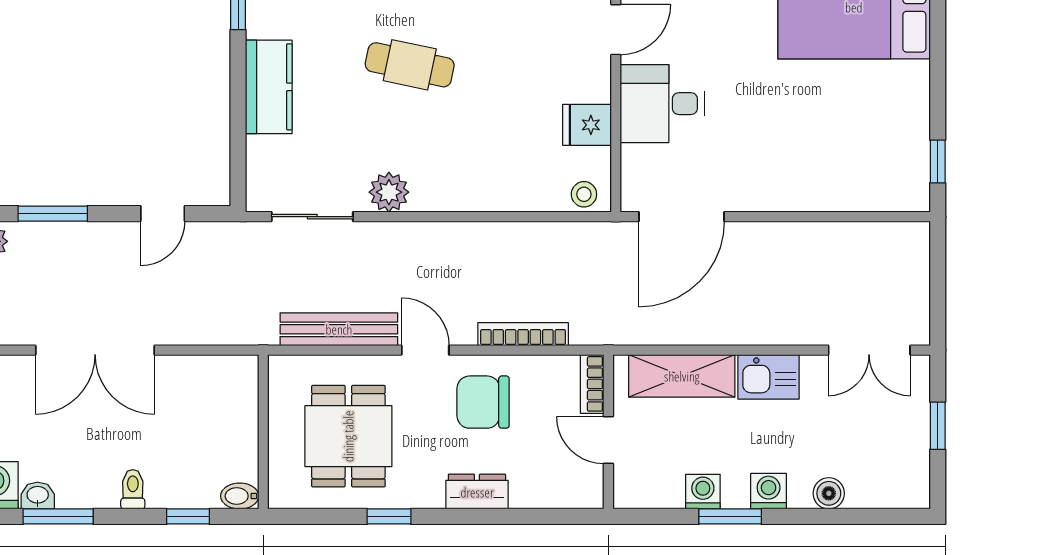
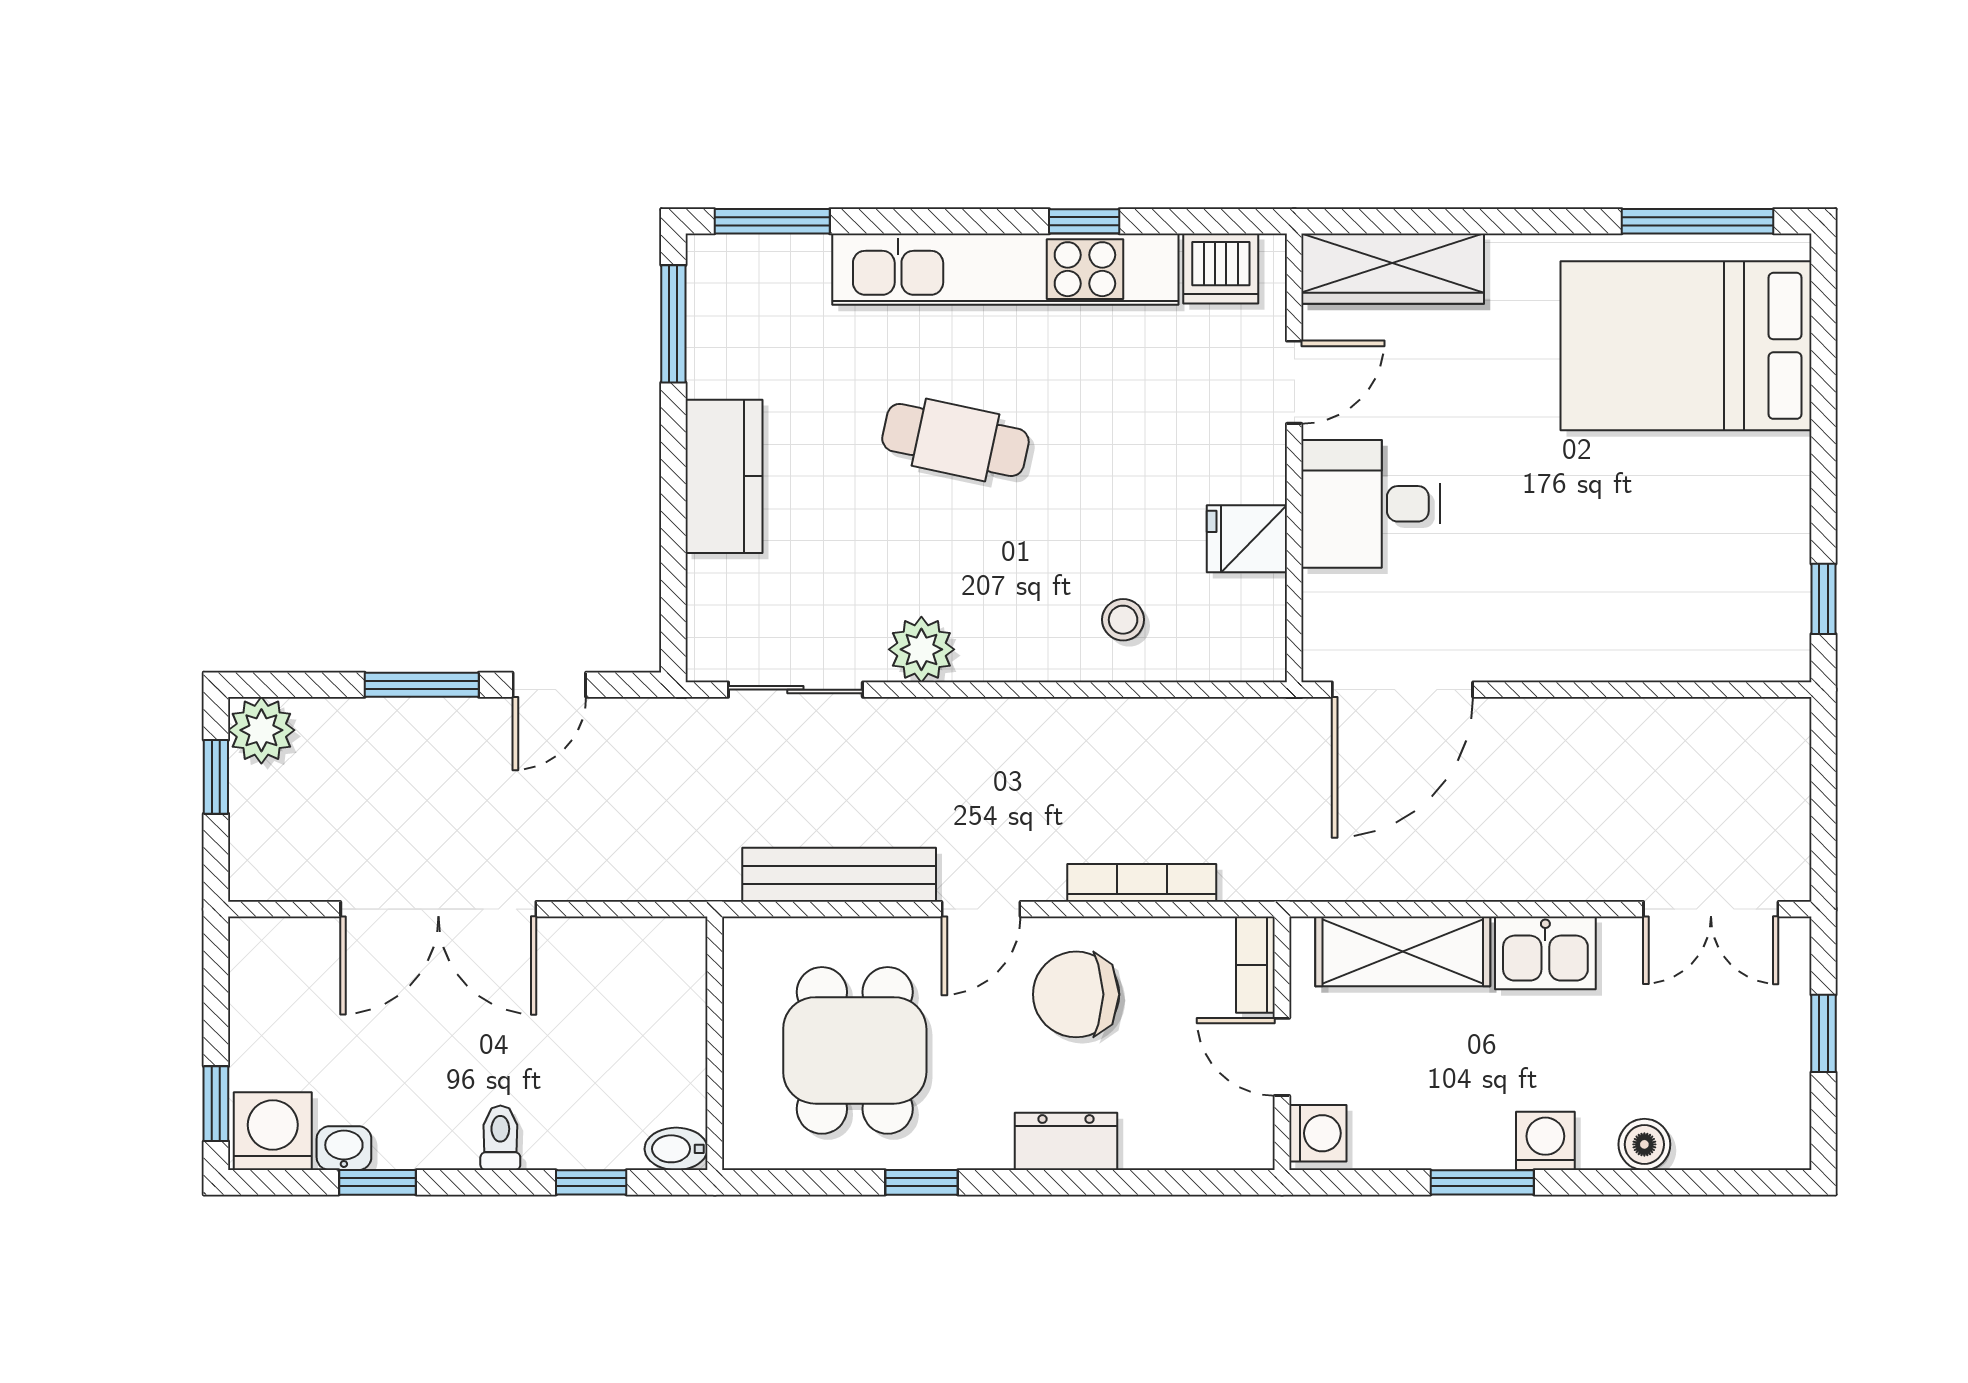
stool: (584, 194) -> (1123, 620), moved
window: (53, 214) -> (422, 685), moved
door: (425, 350) -> (981, 909), swing flipped
washing machine: (703, 492) -> (1318, 1133), moved, turned 90
window: (58, 516) -> (377, 1182), width x0.67

